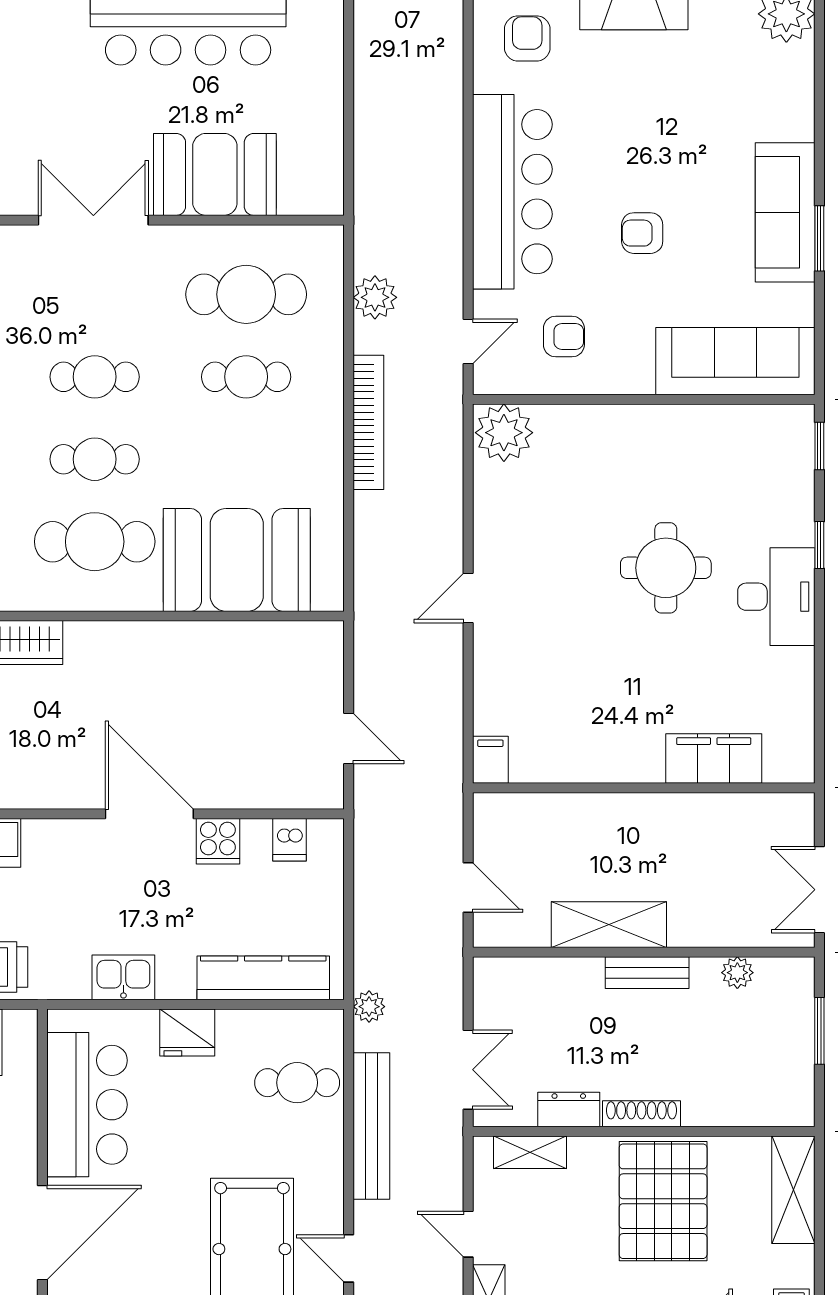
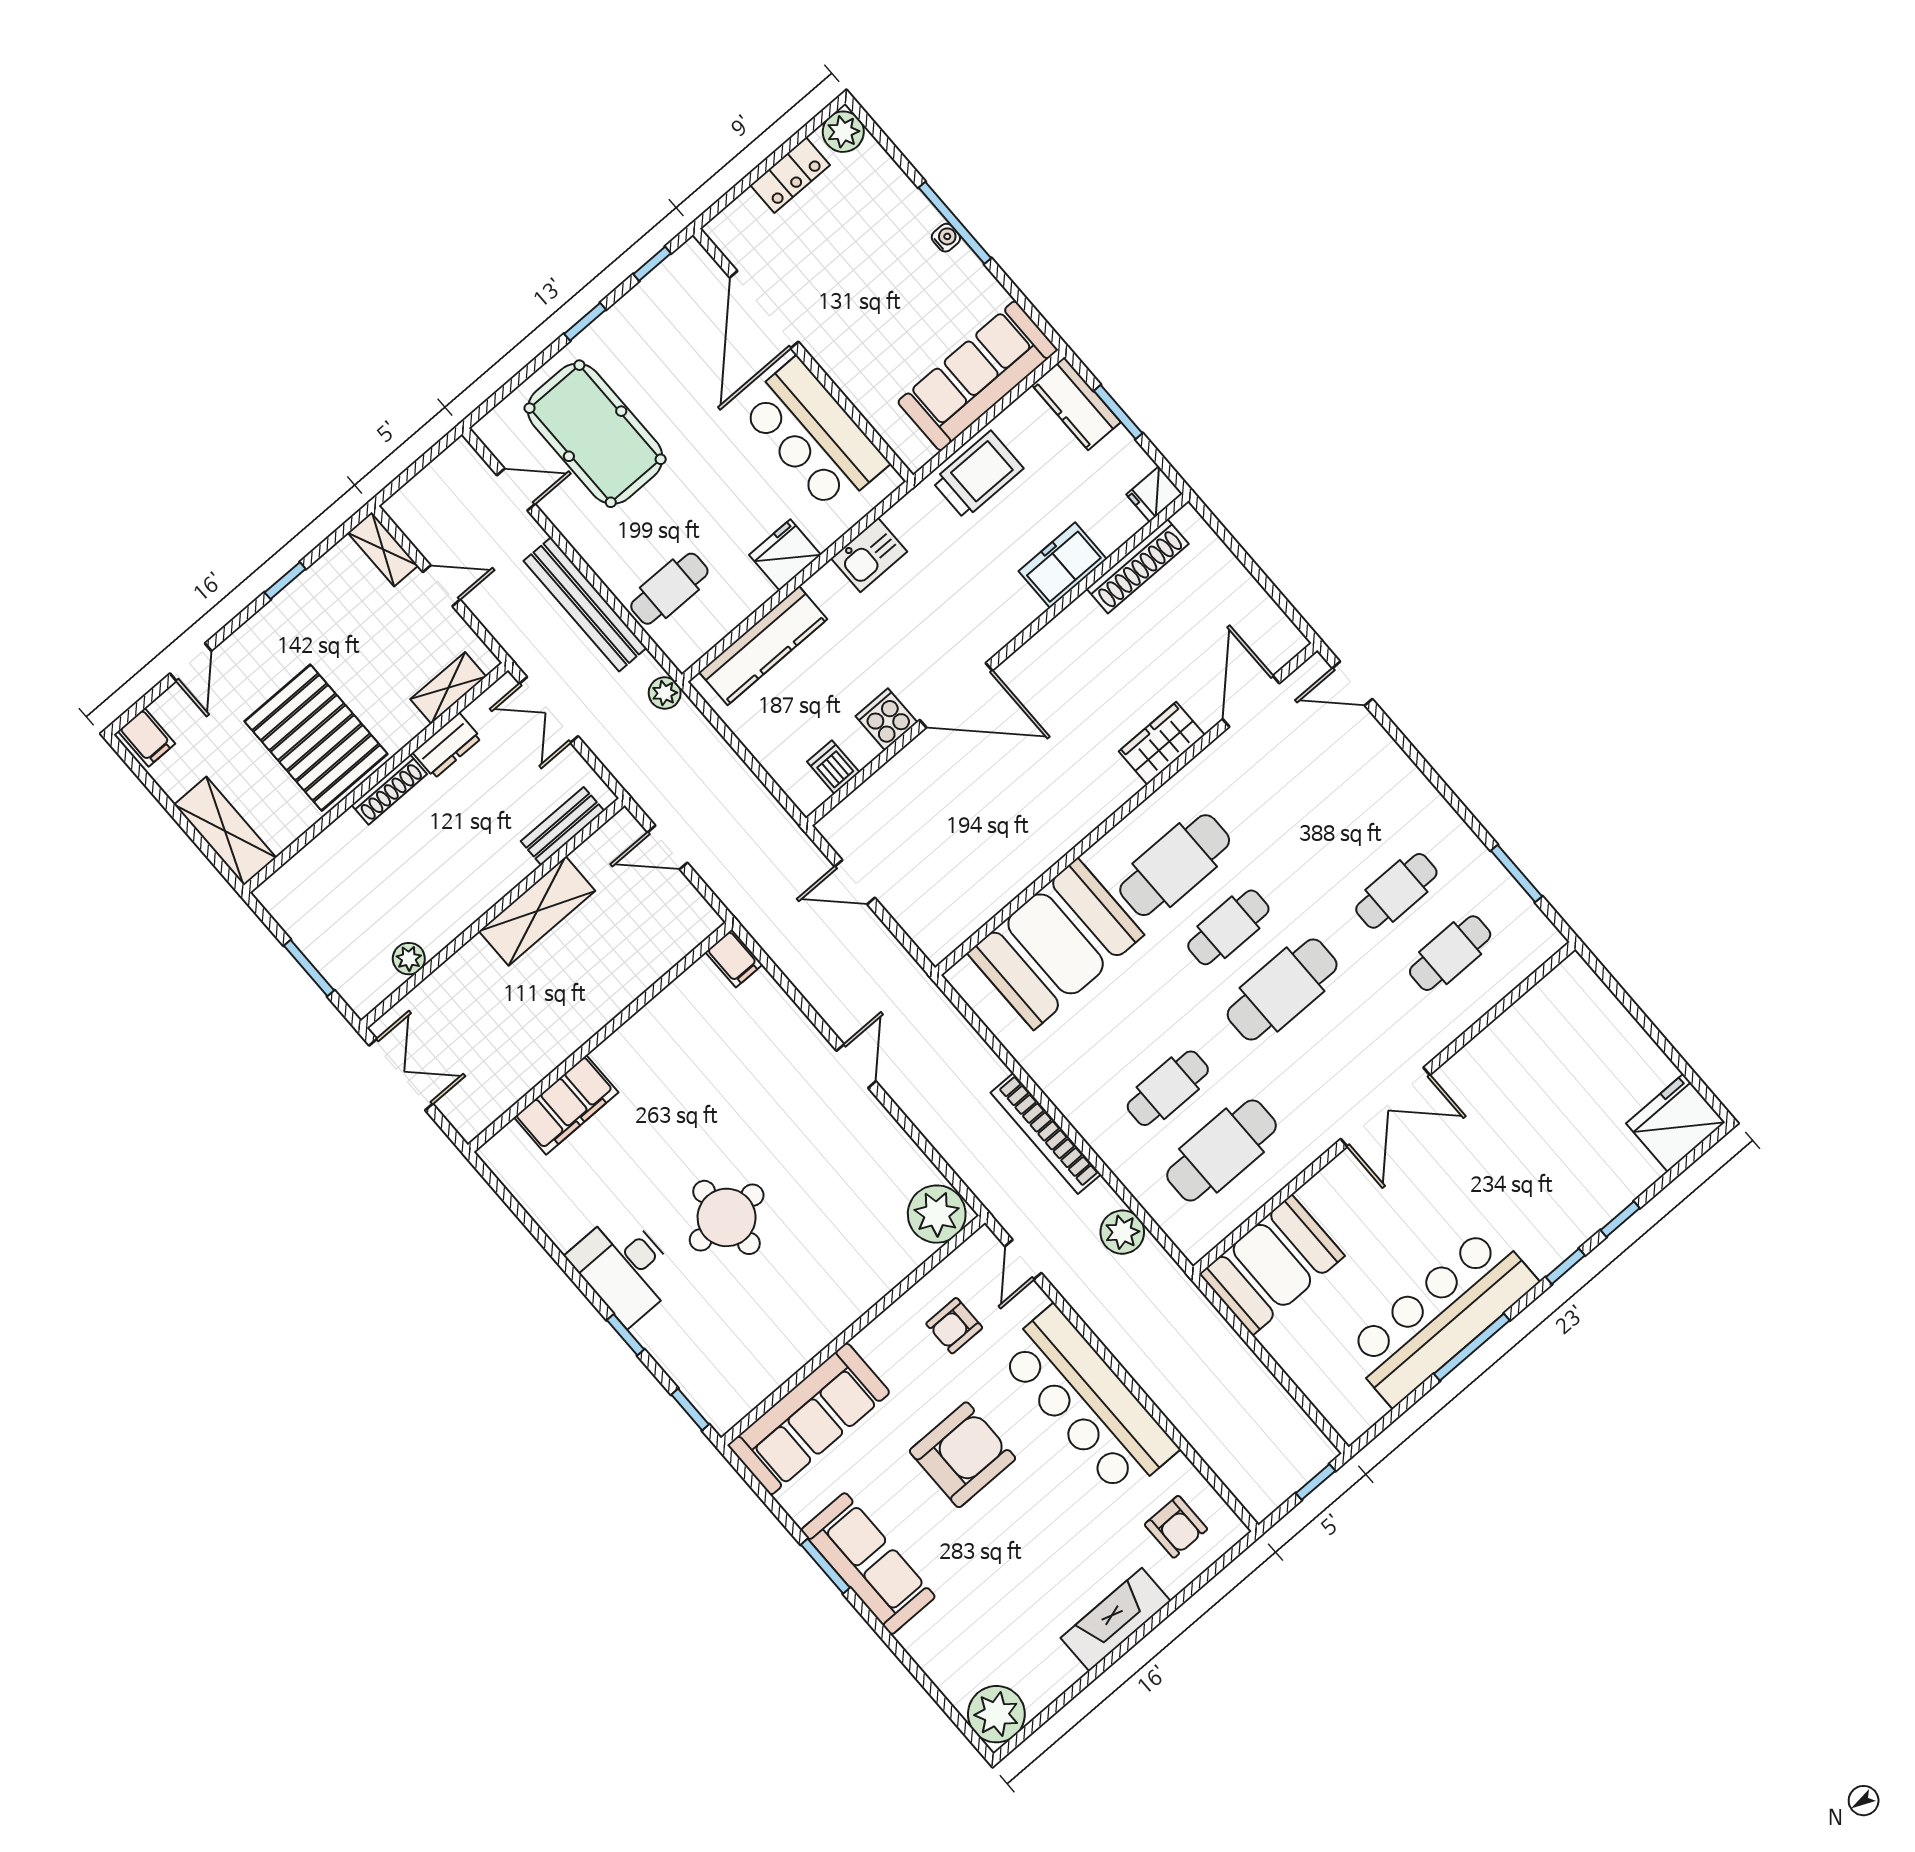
booth: (215, 174) -> (1272, 1265), moved
armchair: (642, 233) -> (962, 1455), width x1.88, depth x1.88
cafe table: (95, 377) -> (1282, 990), width x1.37, depth x1.35
bench: (647, 973) -> (562, 826), moved

